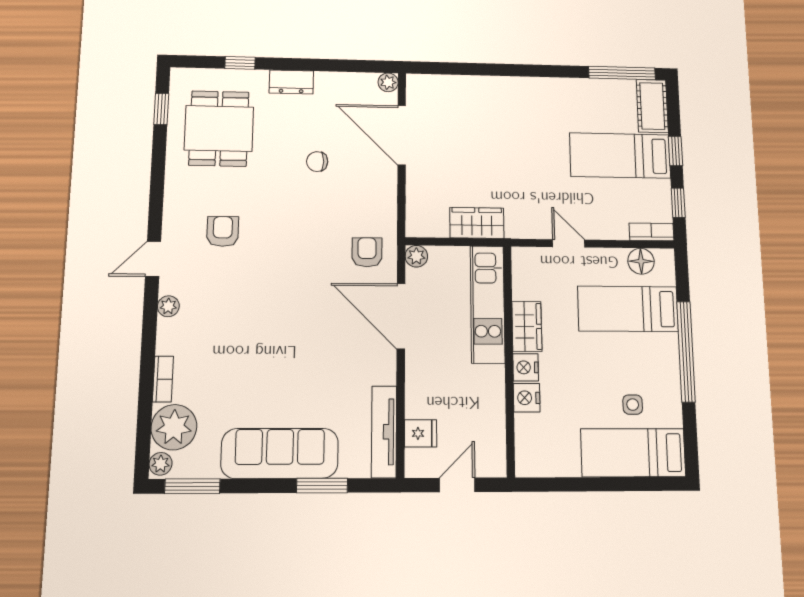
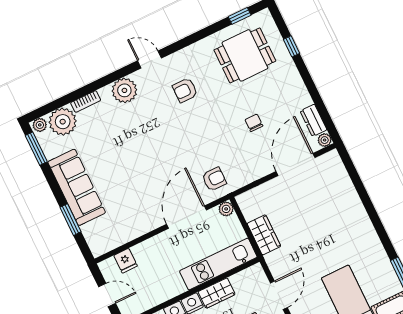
dresser: (291, 82) -> (313, 120), moved
armchair: (223, 231) -> (185, 90), turned 180
door: (569, 243) -> (279, 295), width x1.38
plant: (168, 306) -> (124, 90), width x1.88, depth x1.88
tv unit: (384, 432) -> (116, 240), removed

